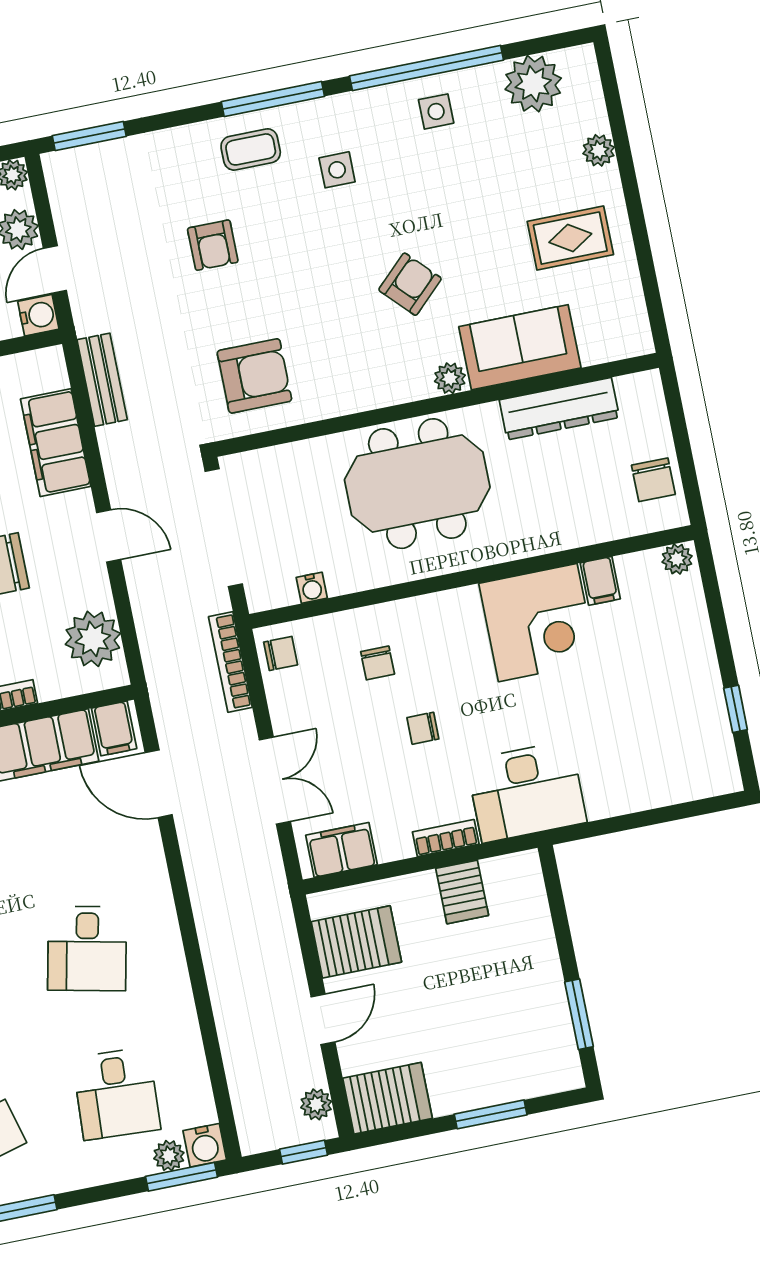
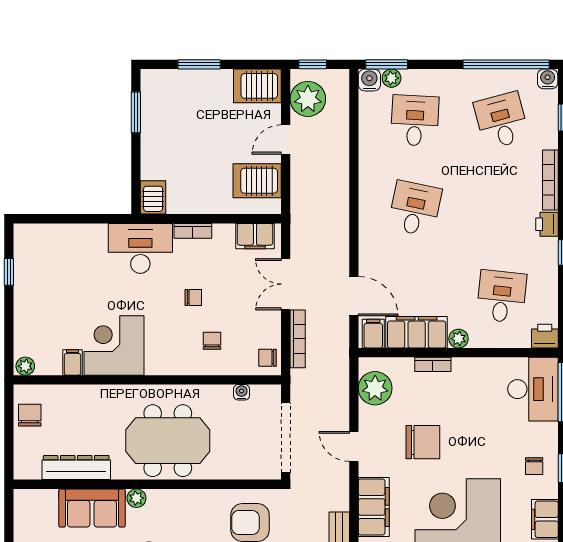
bookcase: (230, 662) -> (298, 339), moved
server rack: (462, 892) -> (153, 197), moved
plant: (316, 1104) -> (308, 99), width x1.88, depth x1.88

